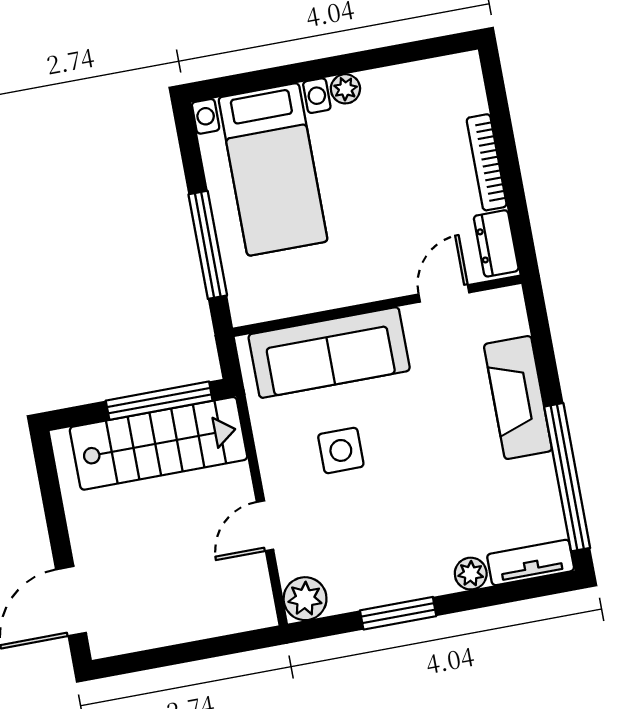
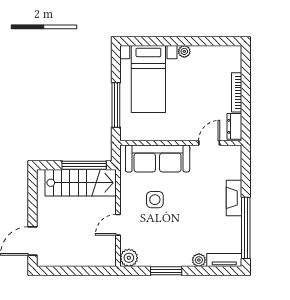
fireplace: (518, 398) -> (234, 198), width x0.73, depth x0.76

